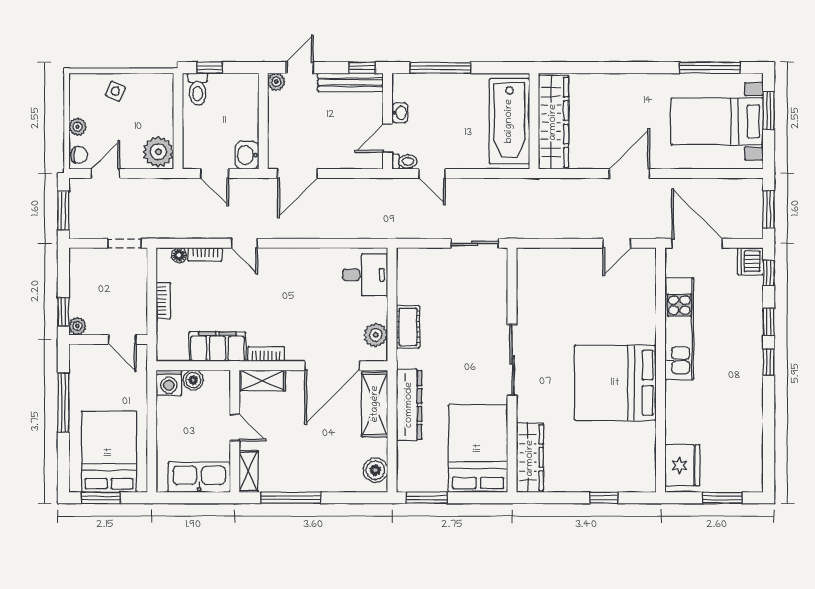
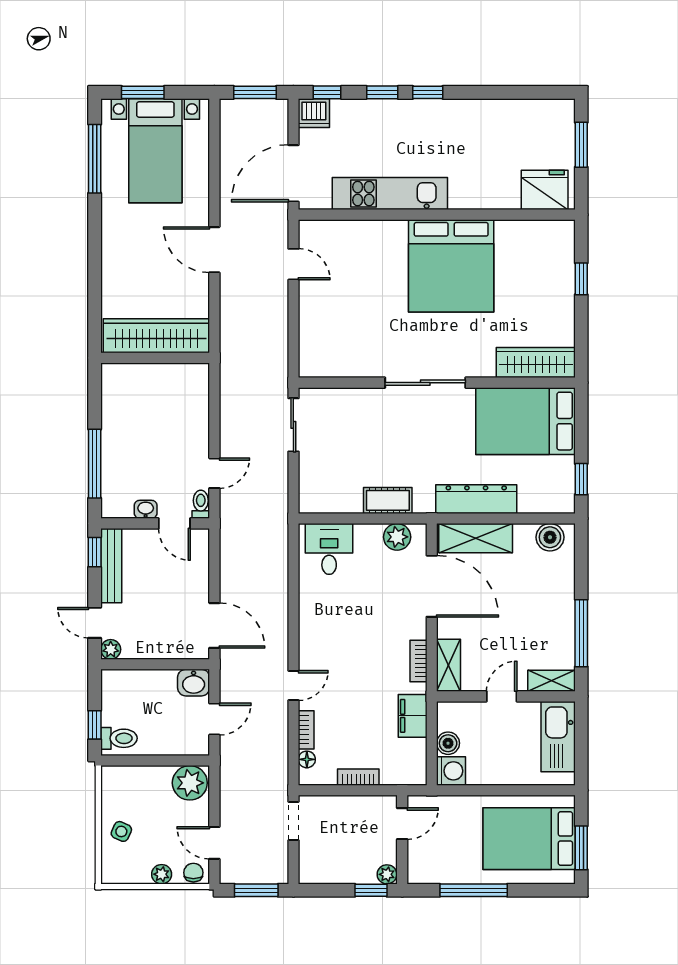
bathtub: (509, 121) -> (155, 386), removed
filing cabinet: (217, 347) -> (413, 716), width x0.67, depth x0.86
window: (427, 498) -> (581, 479), width x0.67

